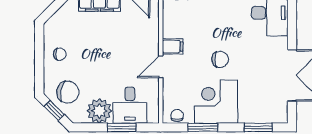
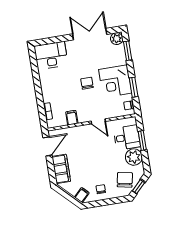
filing cabinet: (56, 25) -> (82, 195), added
filing cabinet: (173, 47) -> (72, 118), moved
plant: (279, 114) -> (117, 39), added

